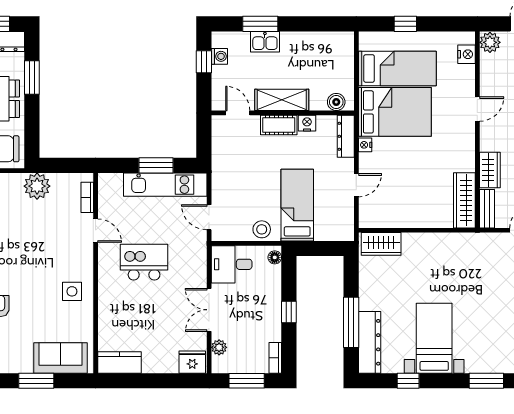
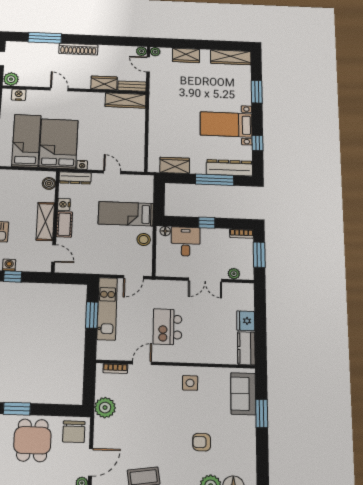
door: (238, 113) -> (54, 253), swing flipped
wardrobe: (381, 244) -> (175, 165), moved, turned -90
desk: (232, 264) -> (186, 241), moved, turned 180
fridge: (192, 362) -> (246, 321), moved

